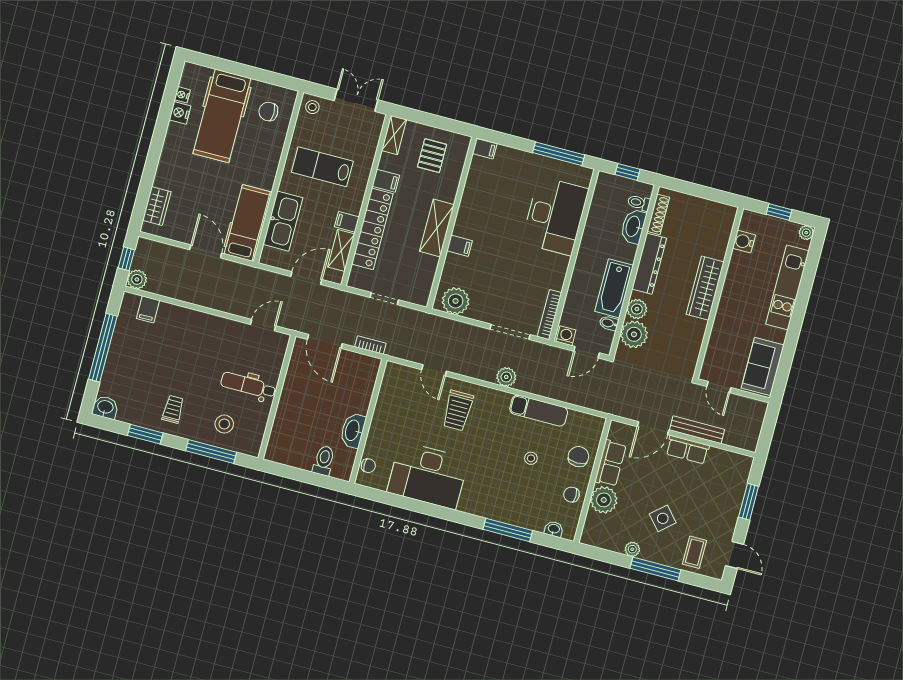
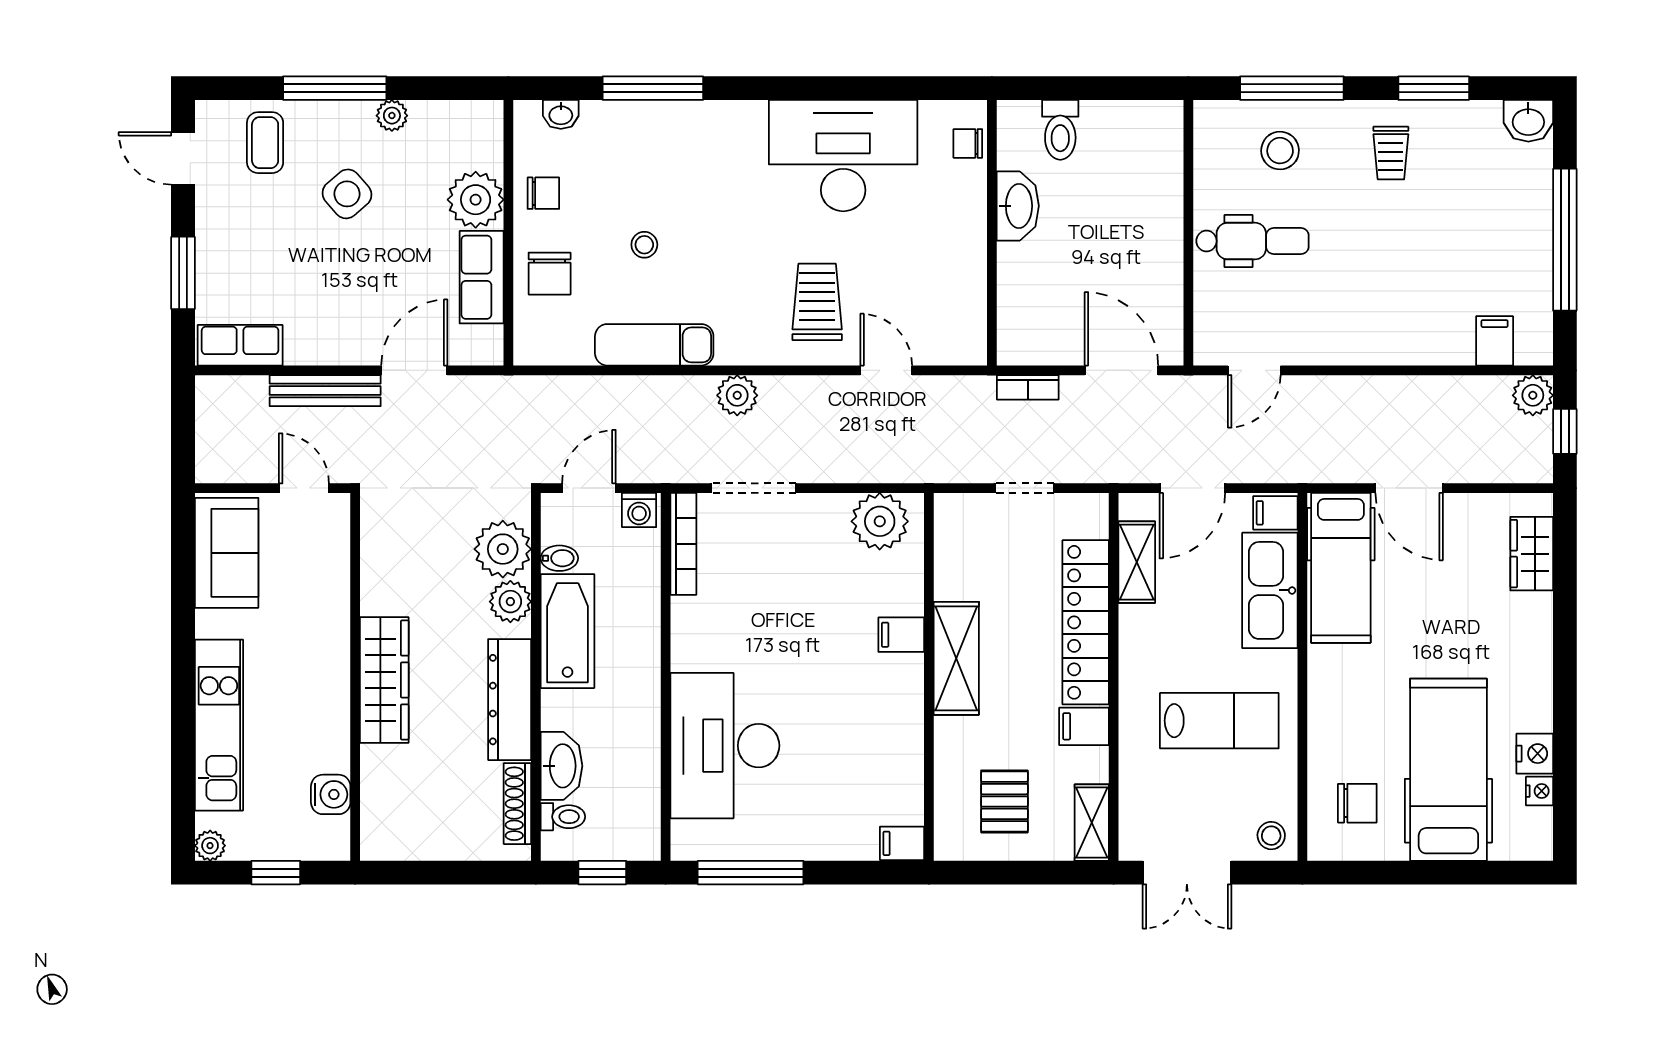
filing cabinet: (347, 222) -> (1275, 513), moved, turned 180
row of seats: (687, 450) -> (240, 345), moved

